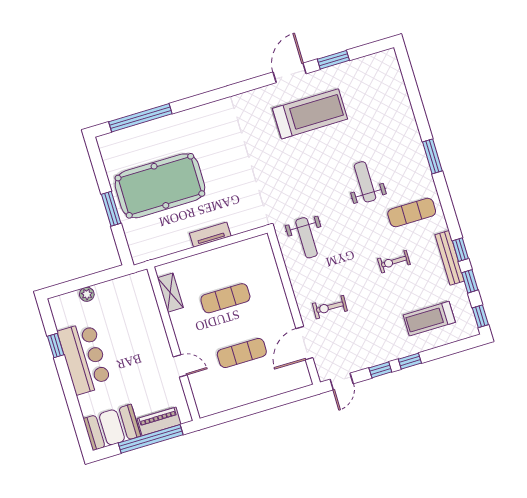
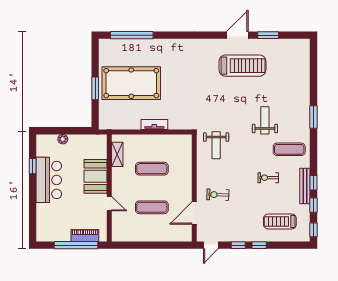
booth: (112, 427) -> (96, 176), moved, turned 90

